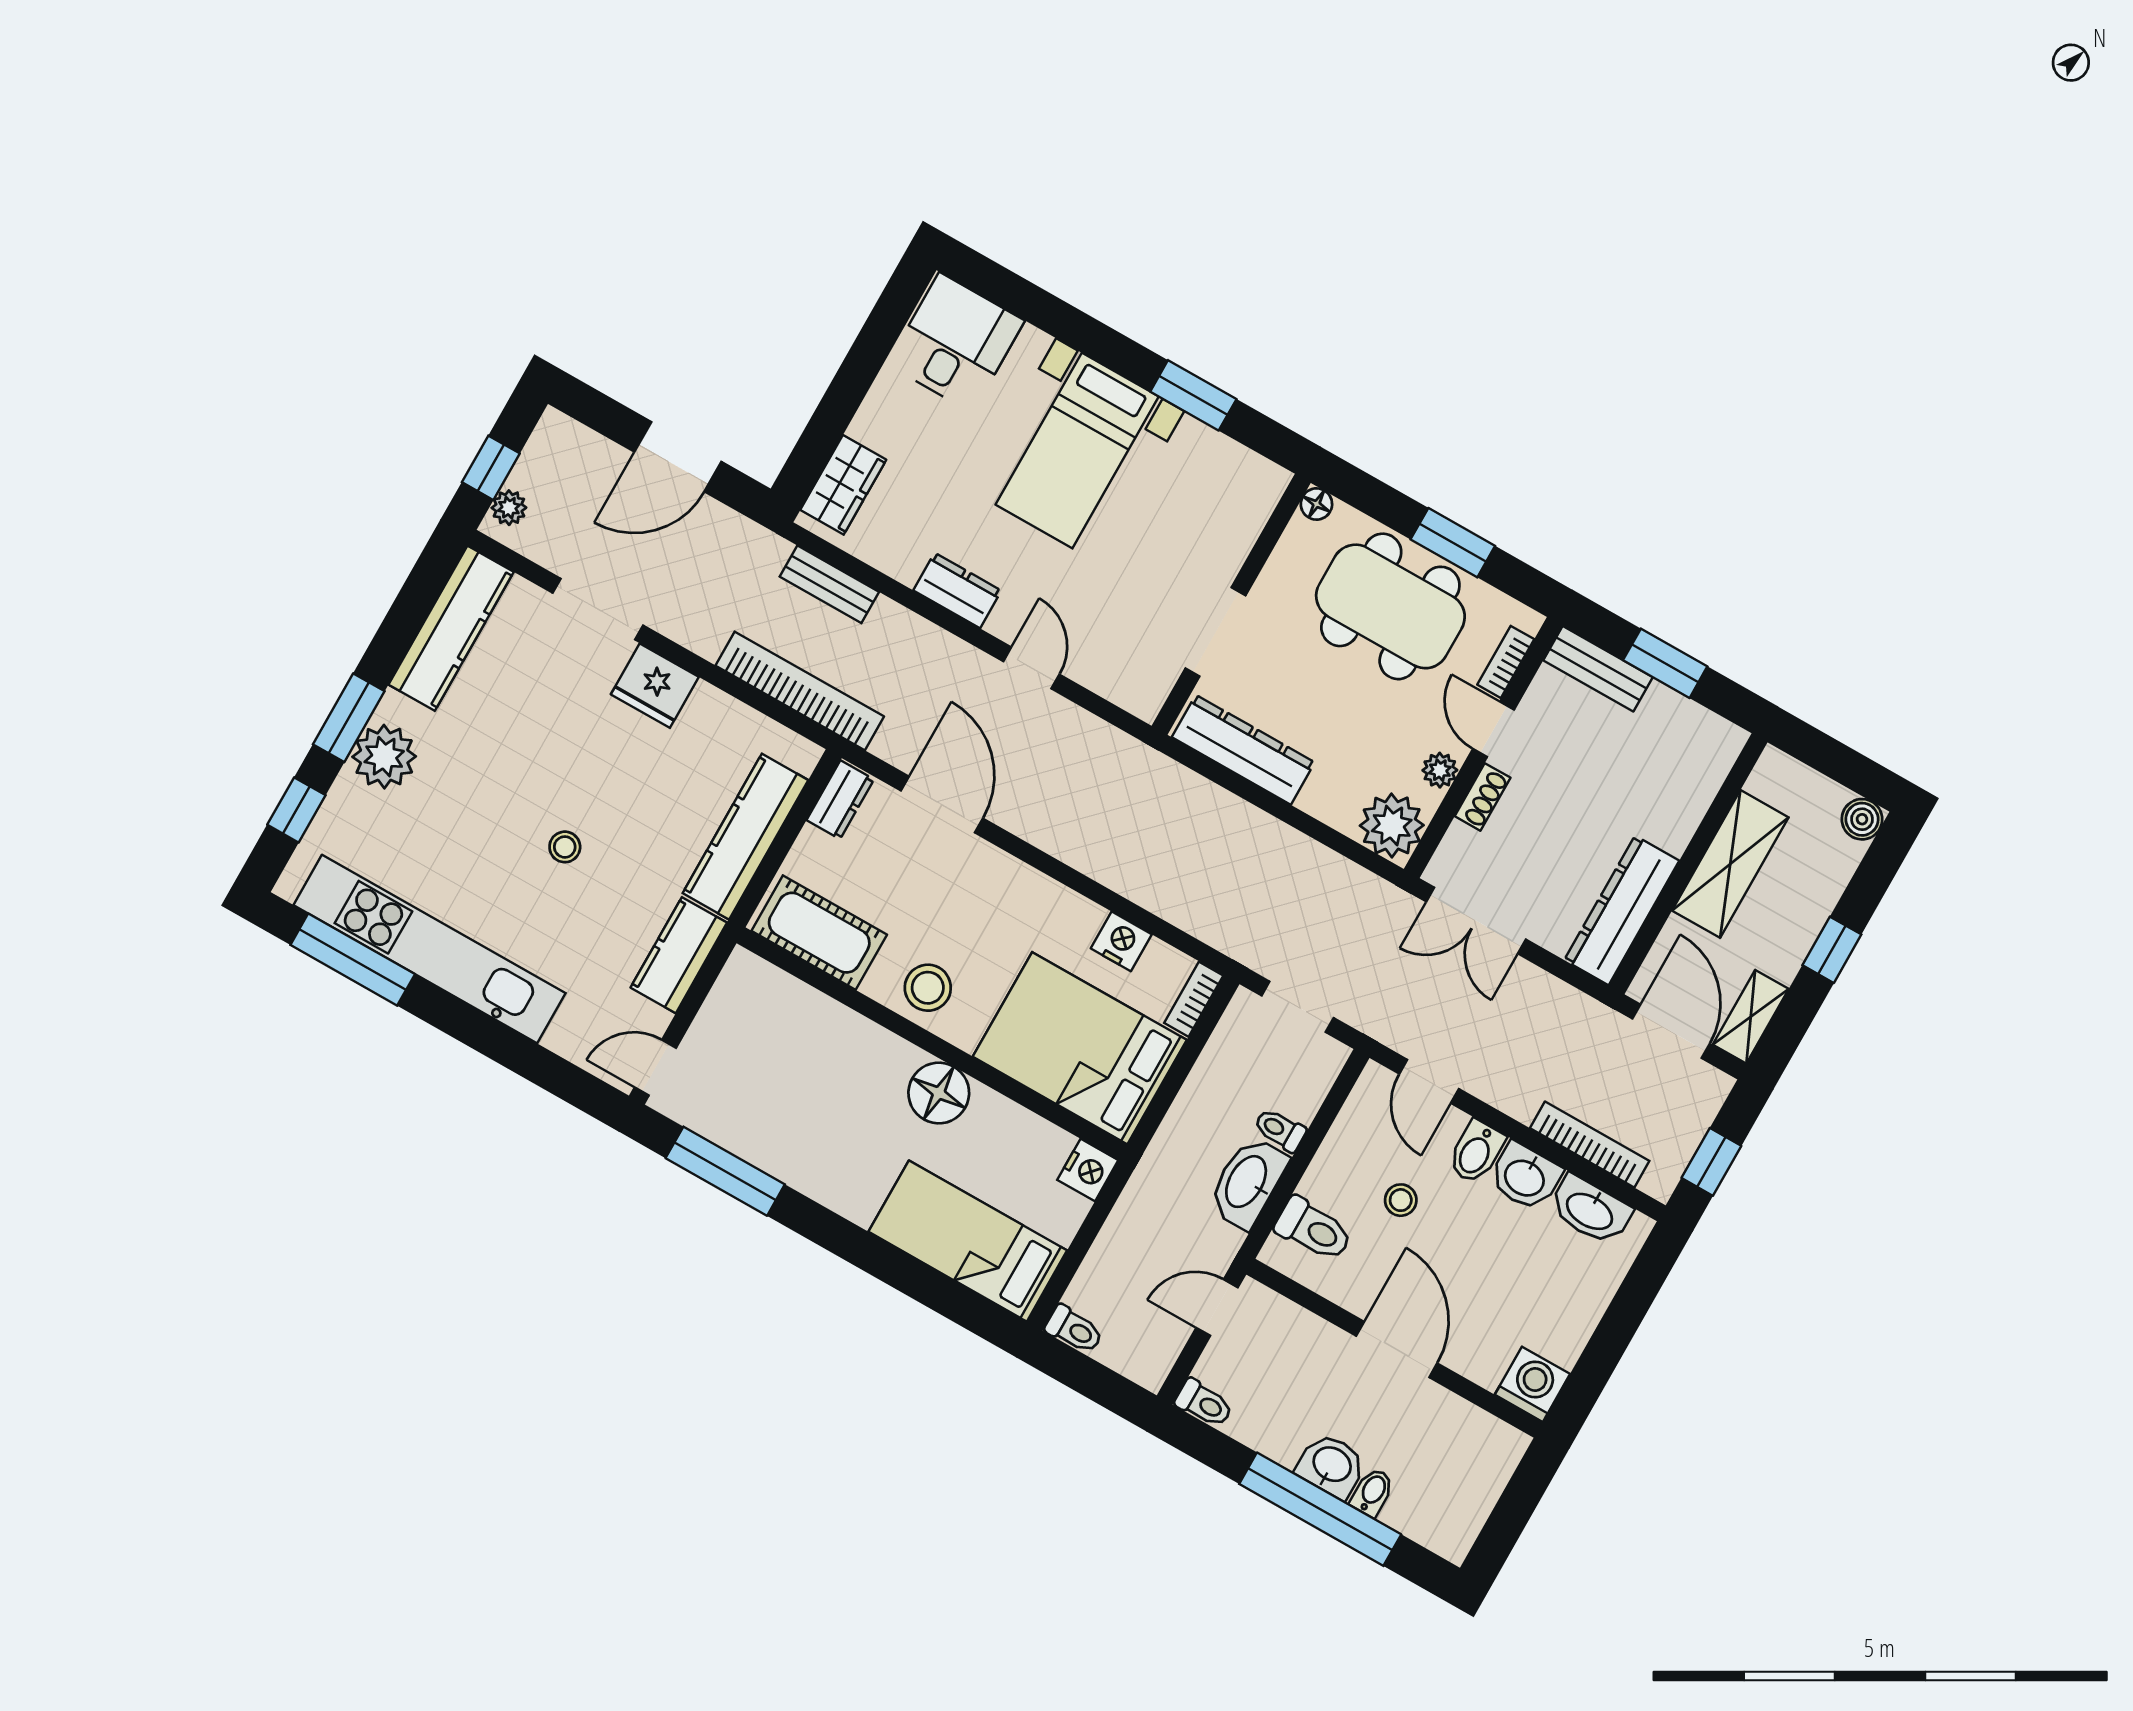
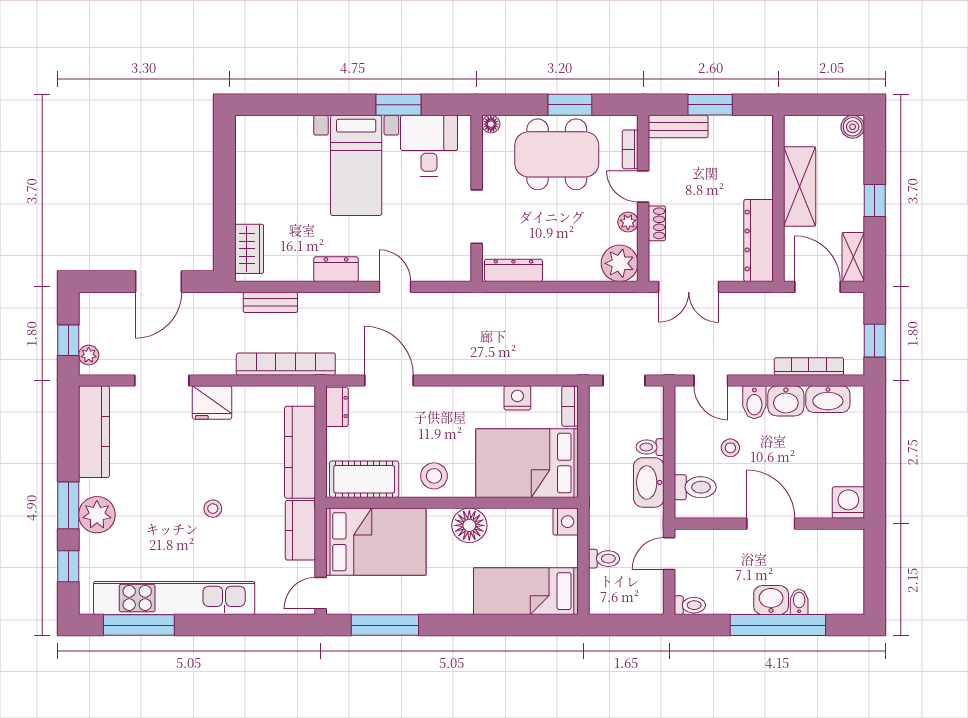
desk: (956, 342) -> (429, 146), moved
dresser: (1243, 750) -> (513, 270), width x0.73, depth x0.80
bed: (783, 1037) -> (376, 542), added
toilet: (1074, 1330) -> (604, 559), moved

